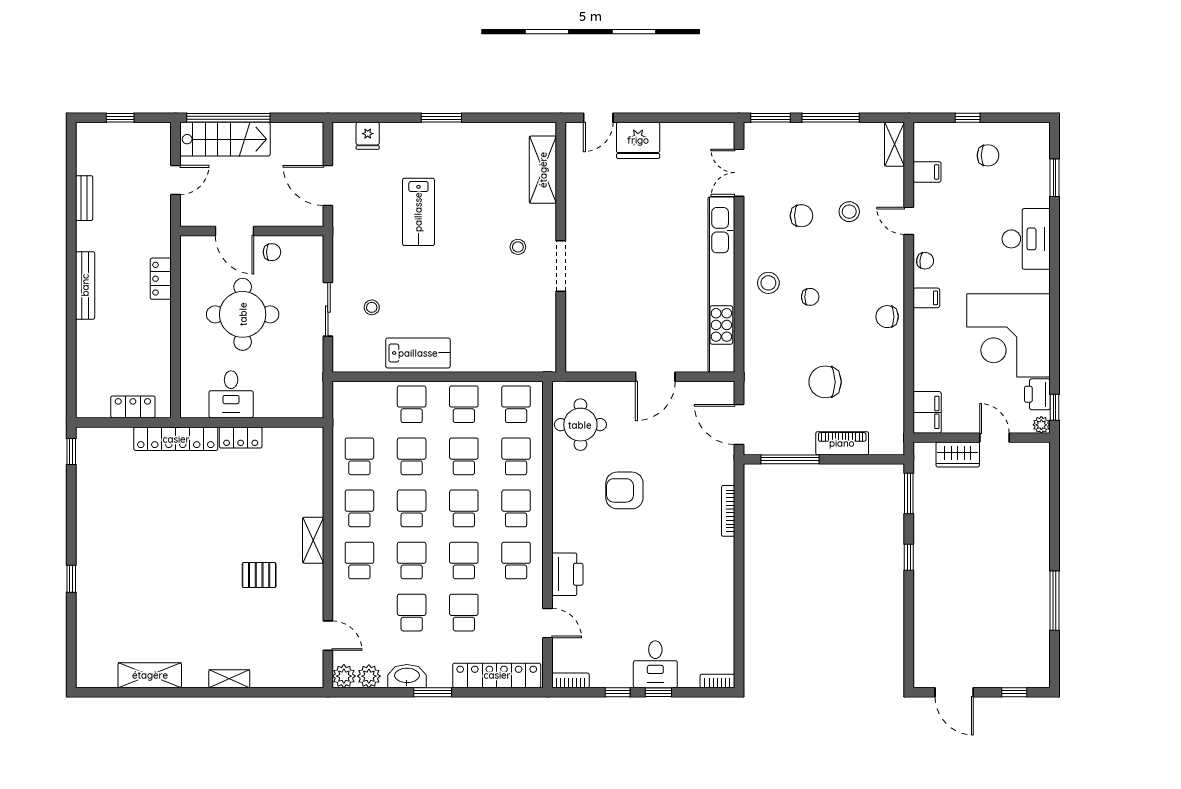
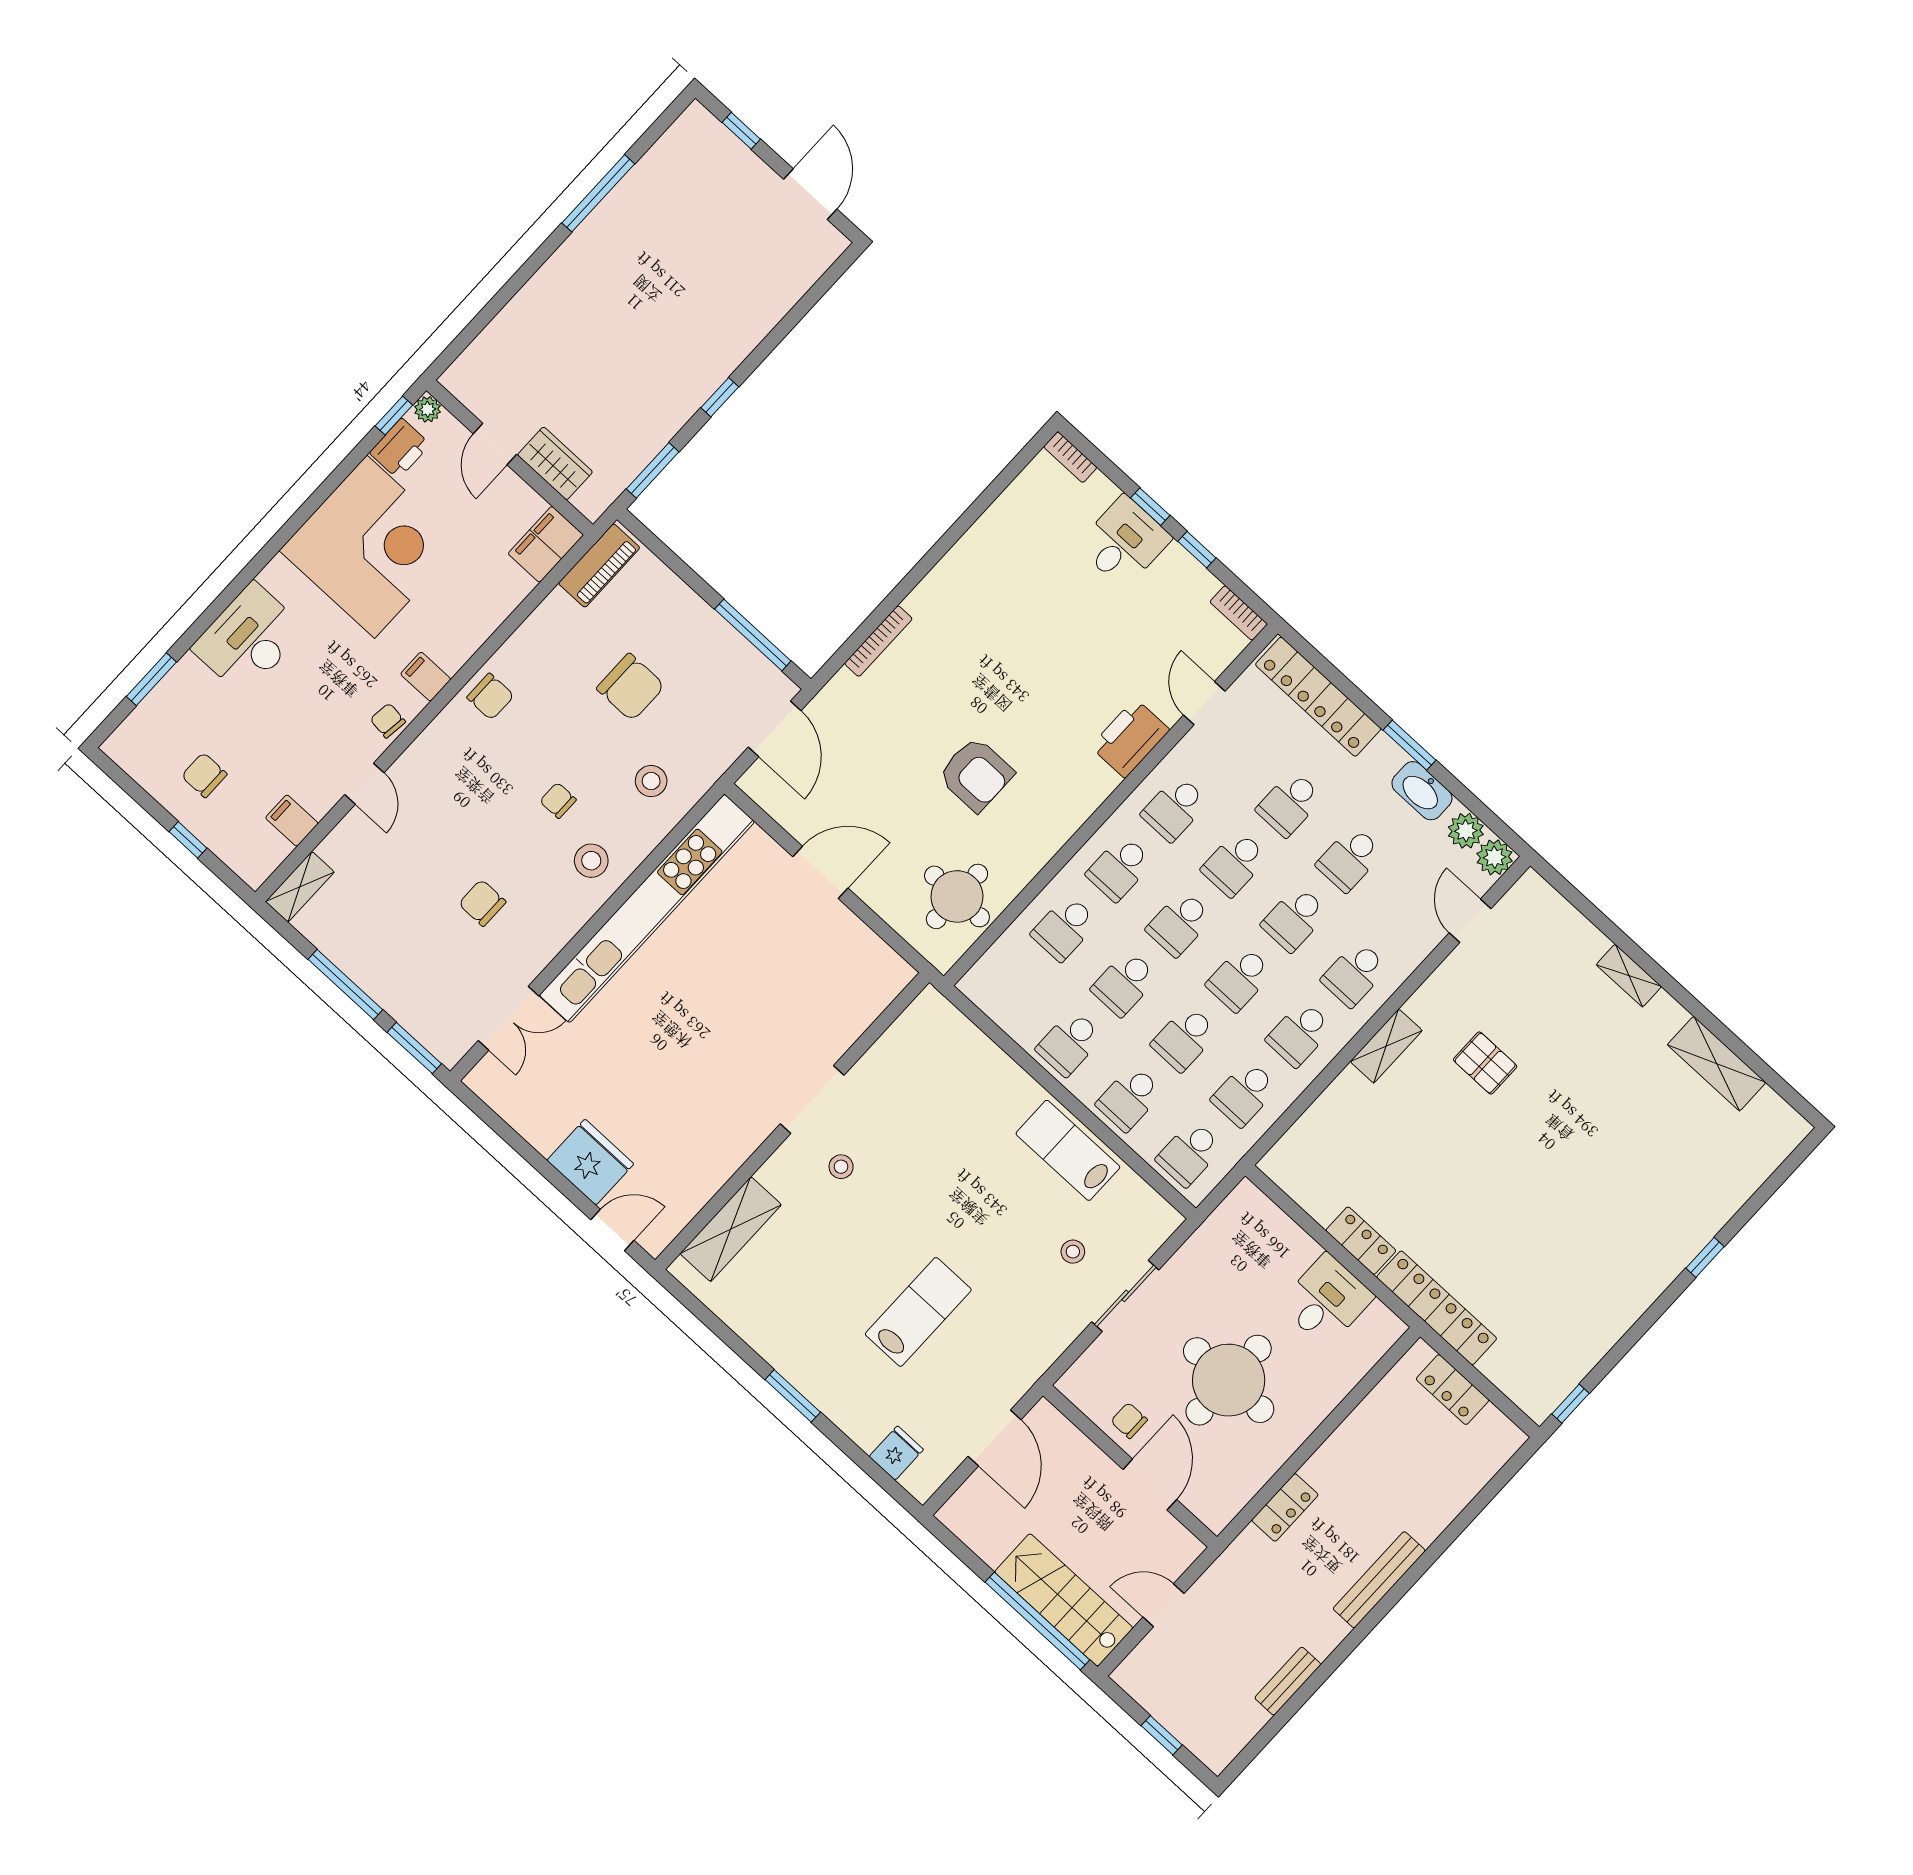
stool: (849, 212) -> (651, 781), moved
school desk: (516, 404) -> (1189, 1153), moved
piano: (842, 443) -> (599, 566), moved, turned -90

